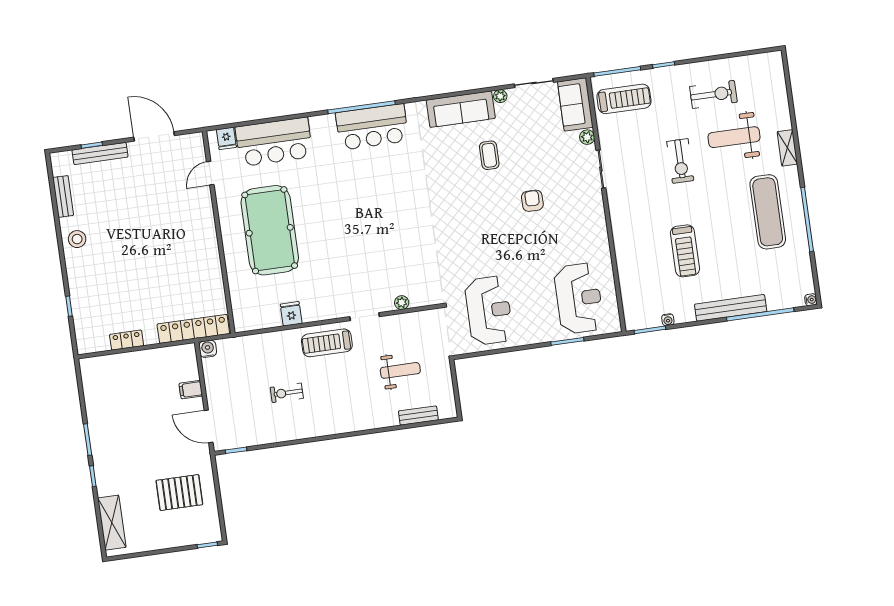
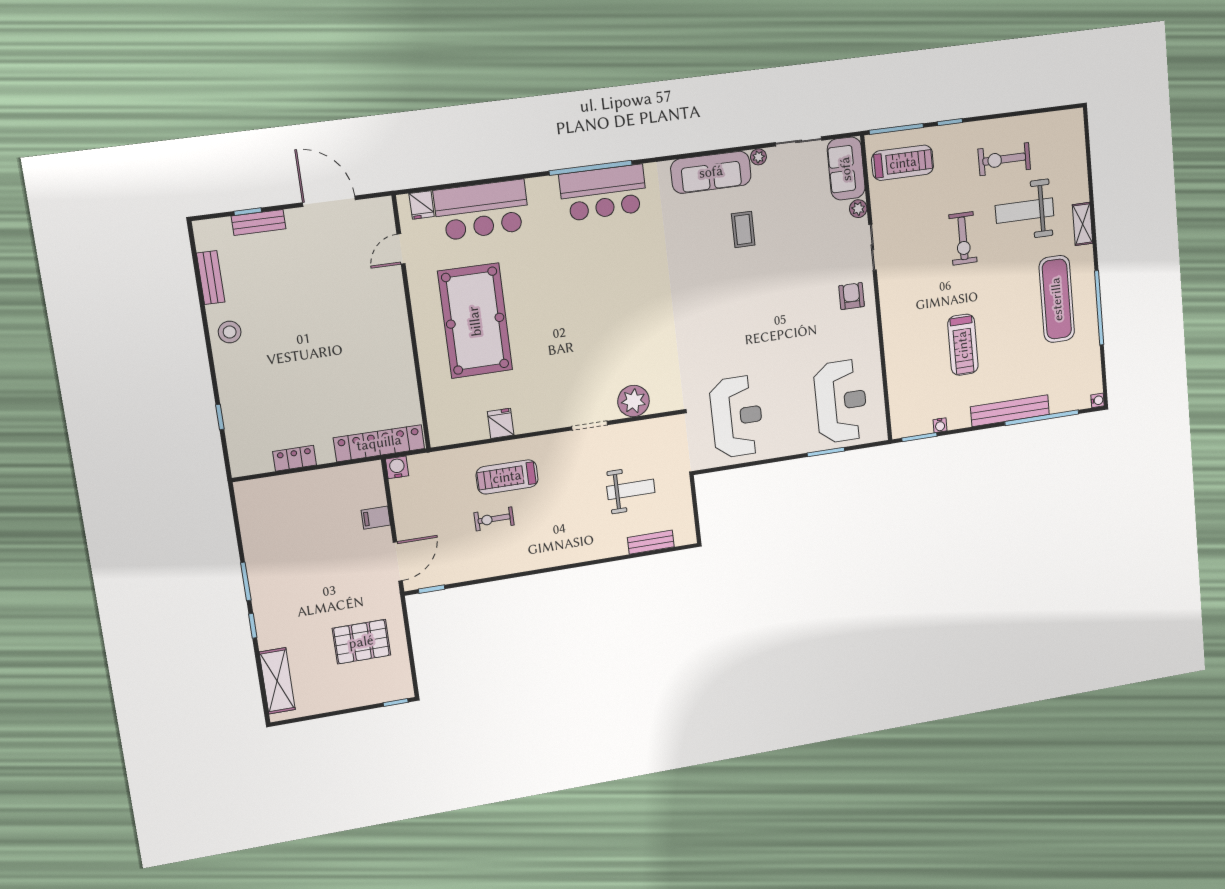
exercise bike: (713, 94) -> (1004, 159), turned 180
bench: (100, 153) -> (259, 222), width x0.73
armchair: (532, 201) -> (852, 296), moved
plant: (402, 303) -> (633, 401), width x1.88, depth x1.88
treadmill: (327, 343) -> (507, 477), moved
door: (209, 426) -> (398, 561), swing flipped

